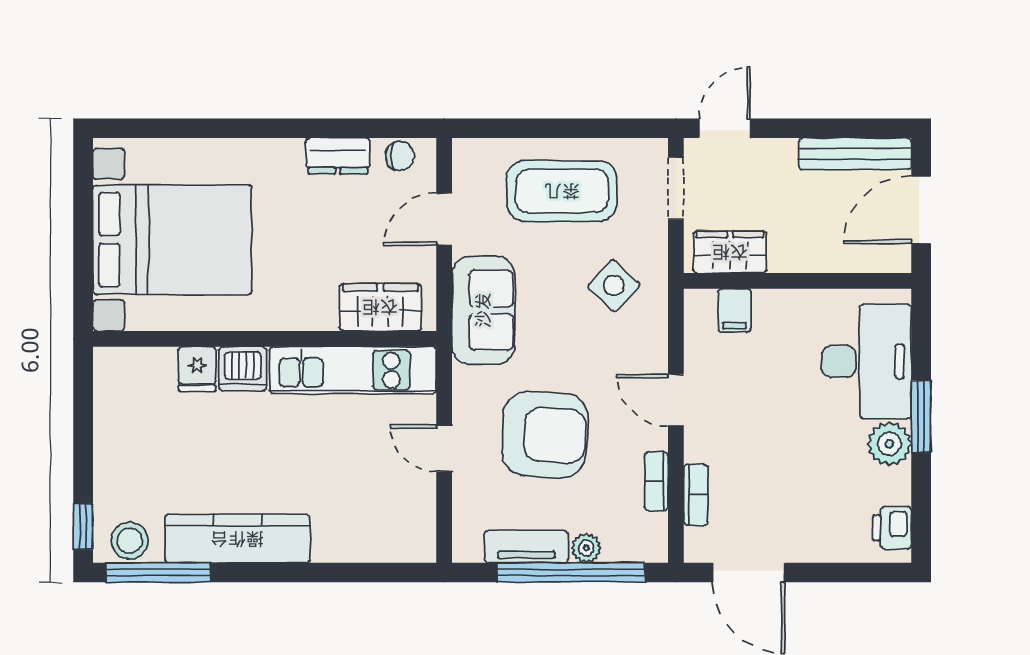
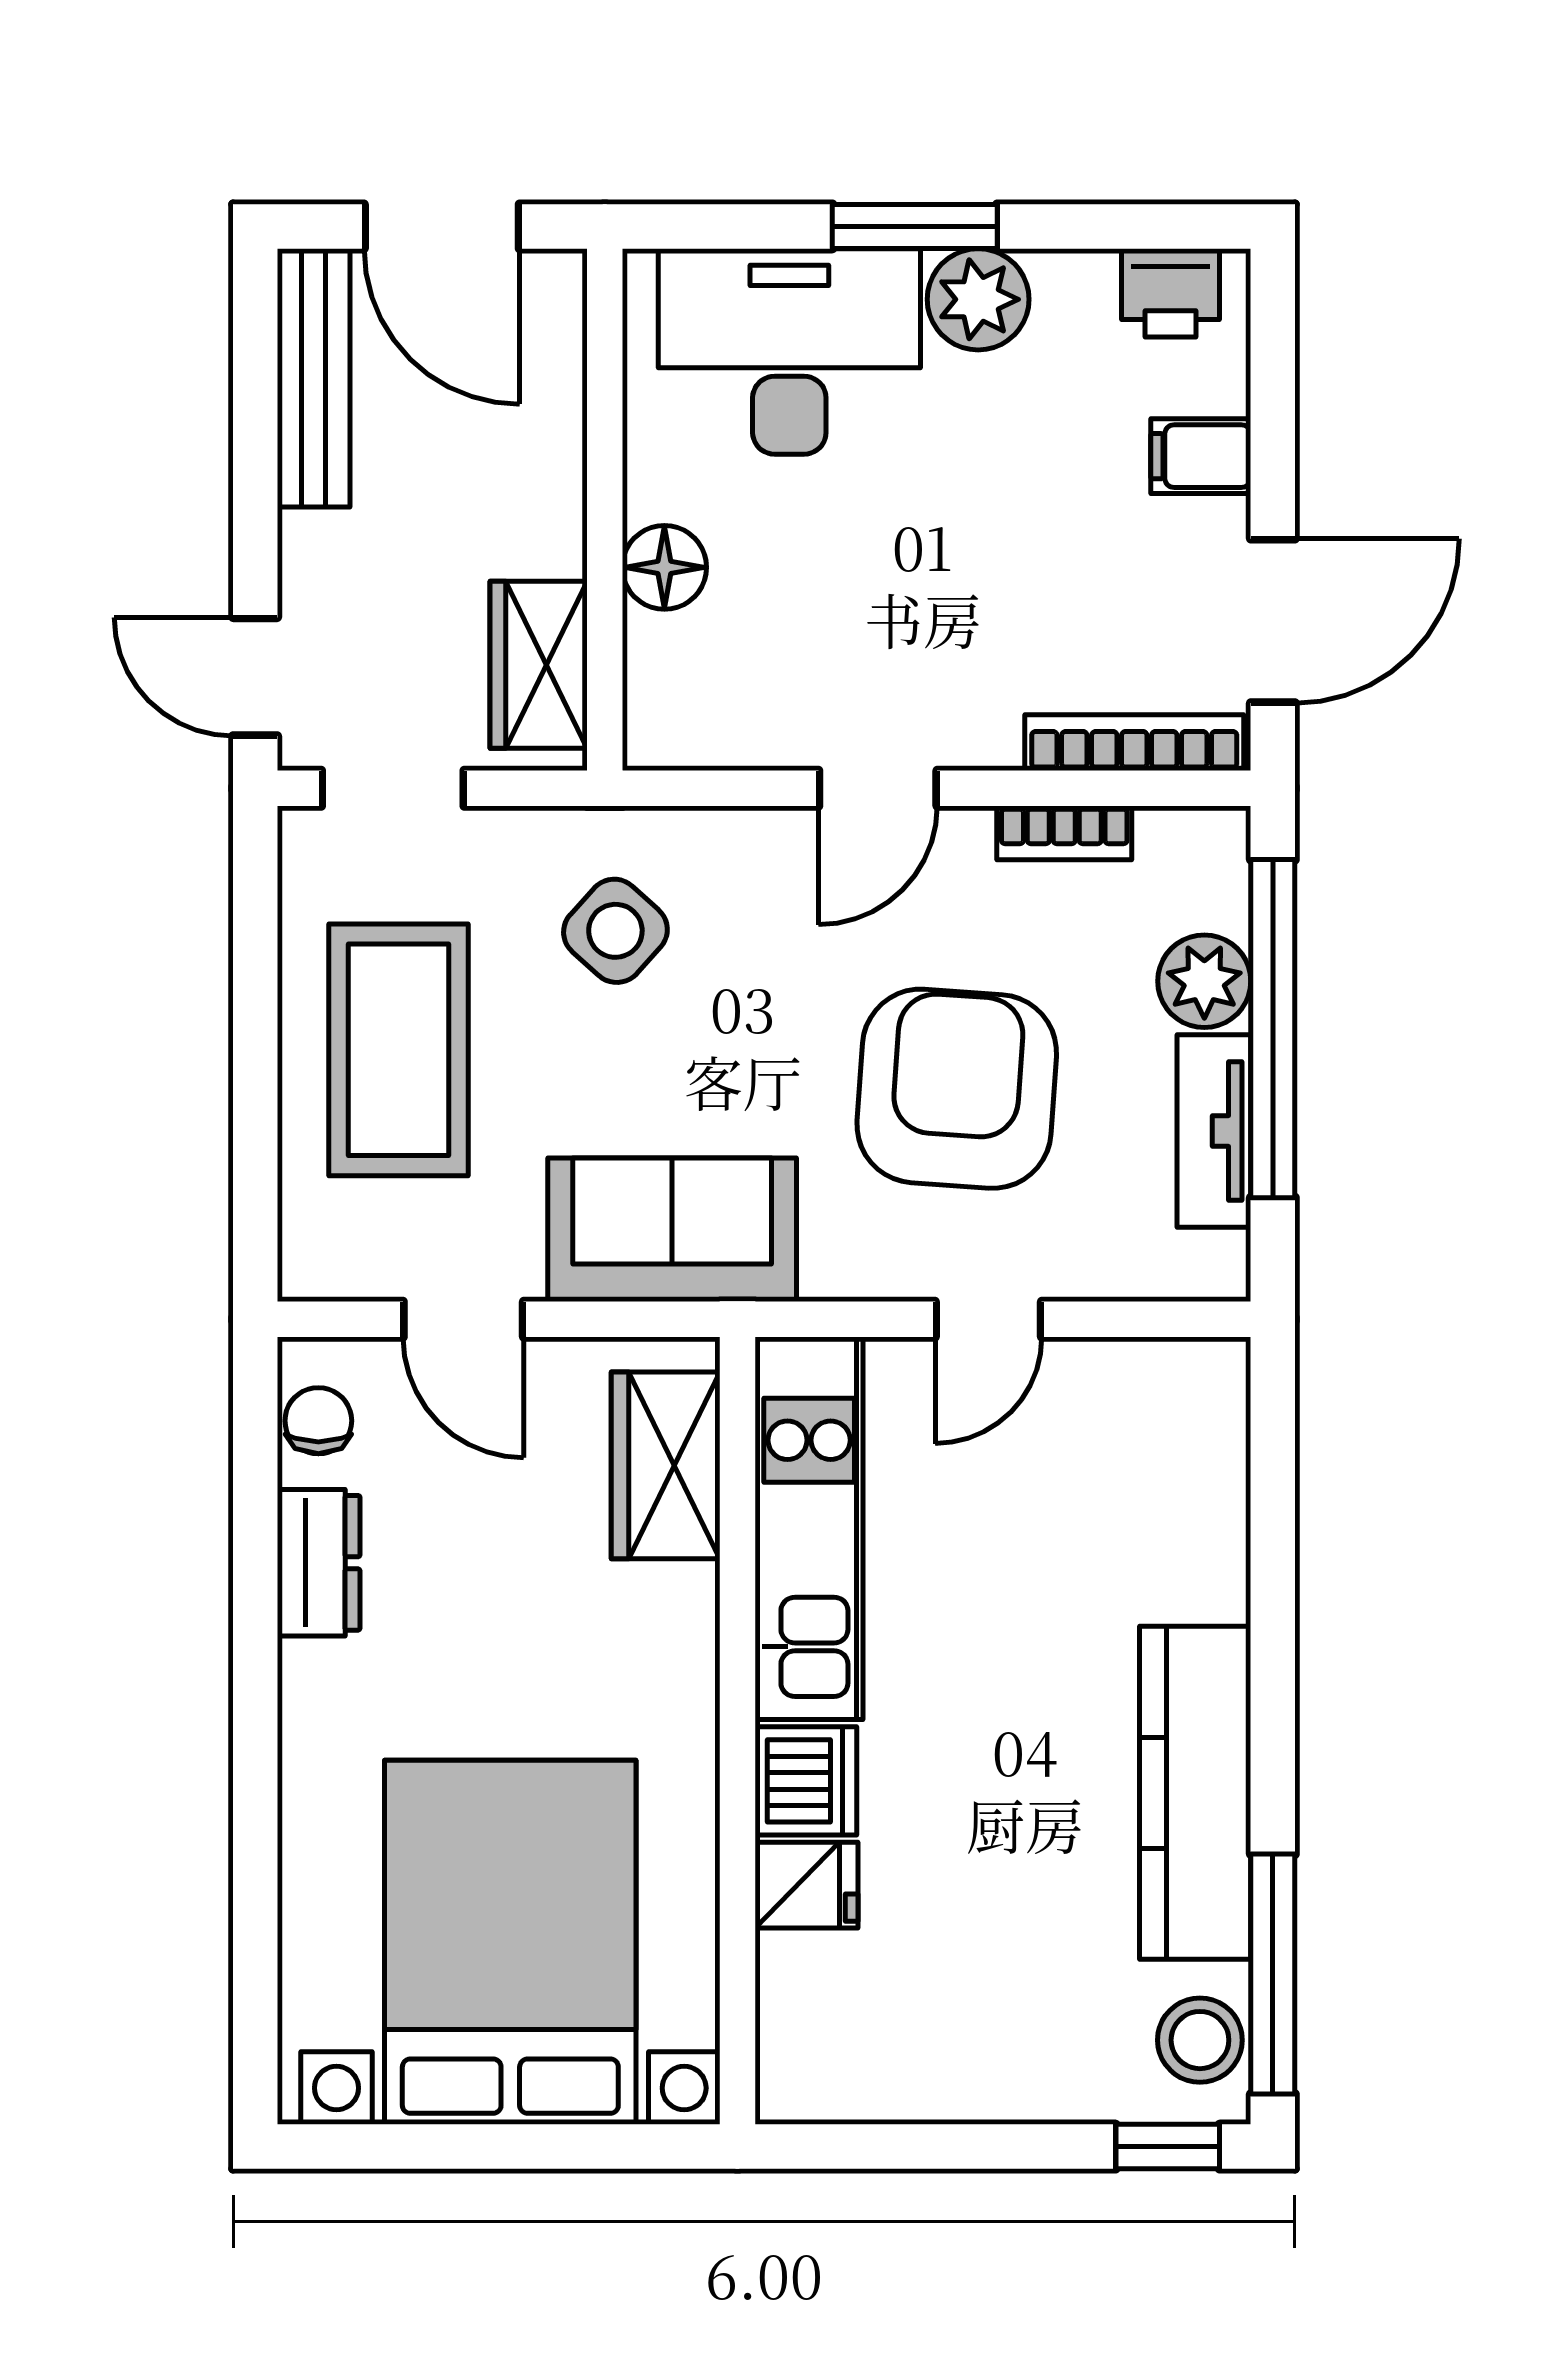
floor lamp: (772, 307) -> (664, 567), added
filing cabinet: (735, 310) -> (1201, 456), moved, turned 180
bookcase: (696, 495) -> (1134, 743), width x1.56
plant: (586, 548) -> (1204, 981), width x1.38, depth x1.38

